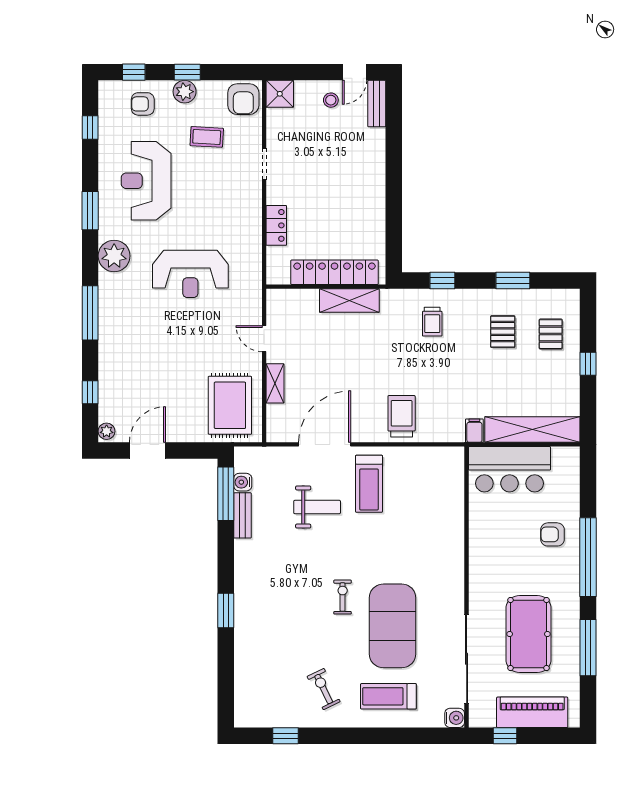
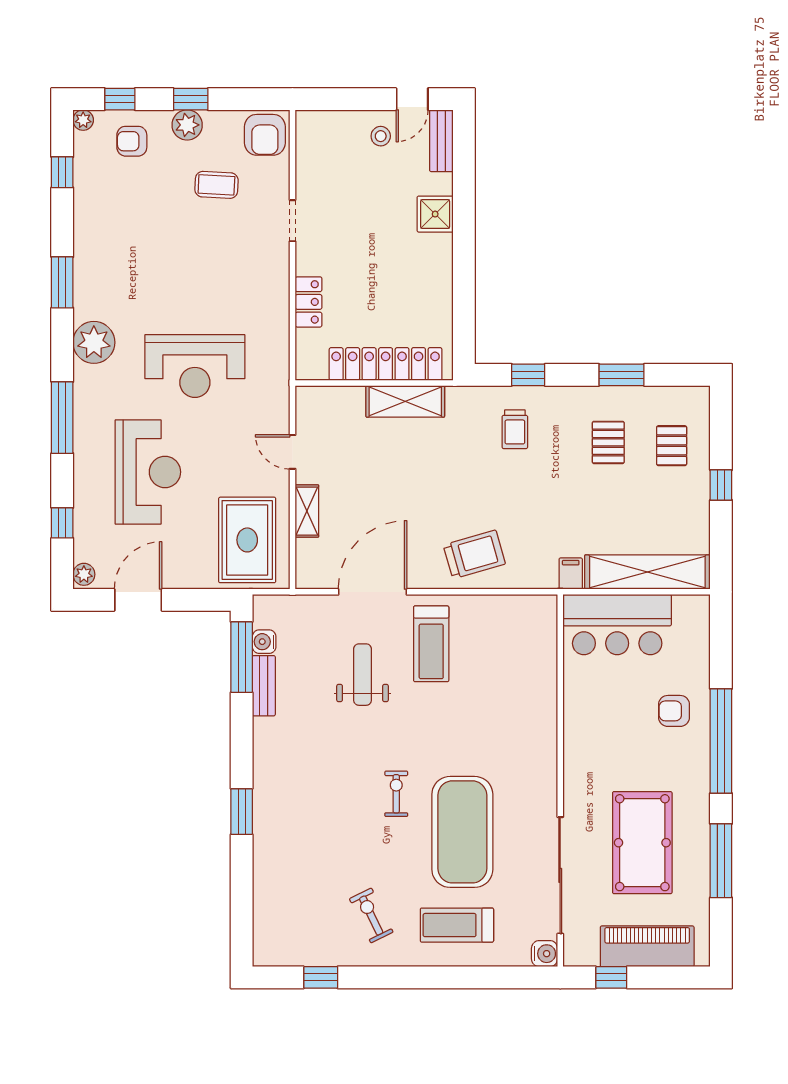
plant: (106, 88) -> (83, 120), added
shower: (280, 94) -> (435, 214), moved
reception desk: (146, 181) -> (148, 472), moved, turned 180
trolley: (402, 416) -> (474, 554), turned 74
weight bench: (317, 507) -> (363, 675), turned -90

